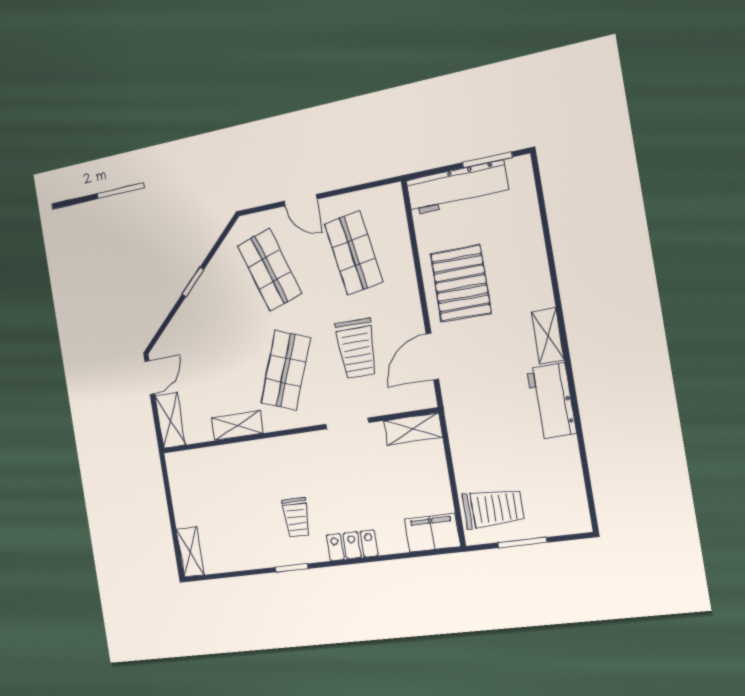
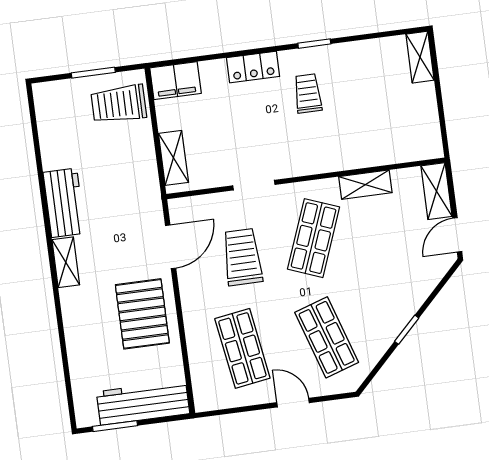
shelving: (413, 429) -> (173, 158), moved, turned 90

